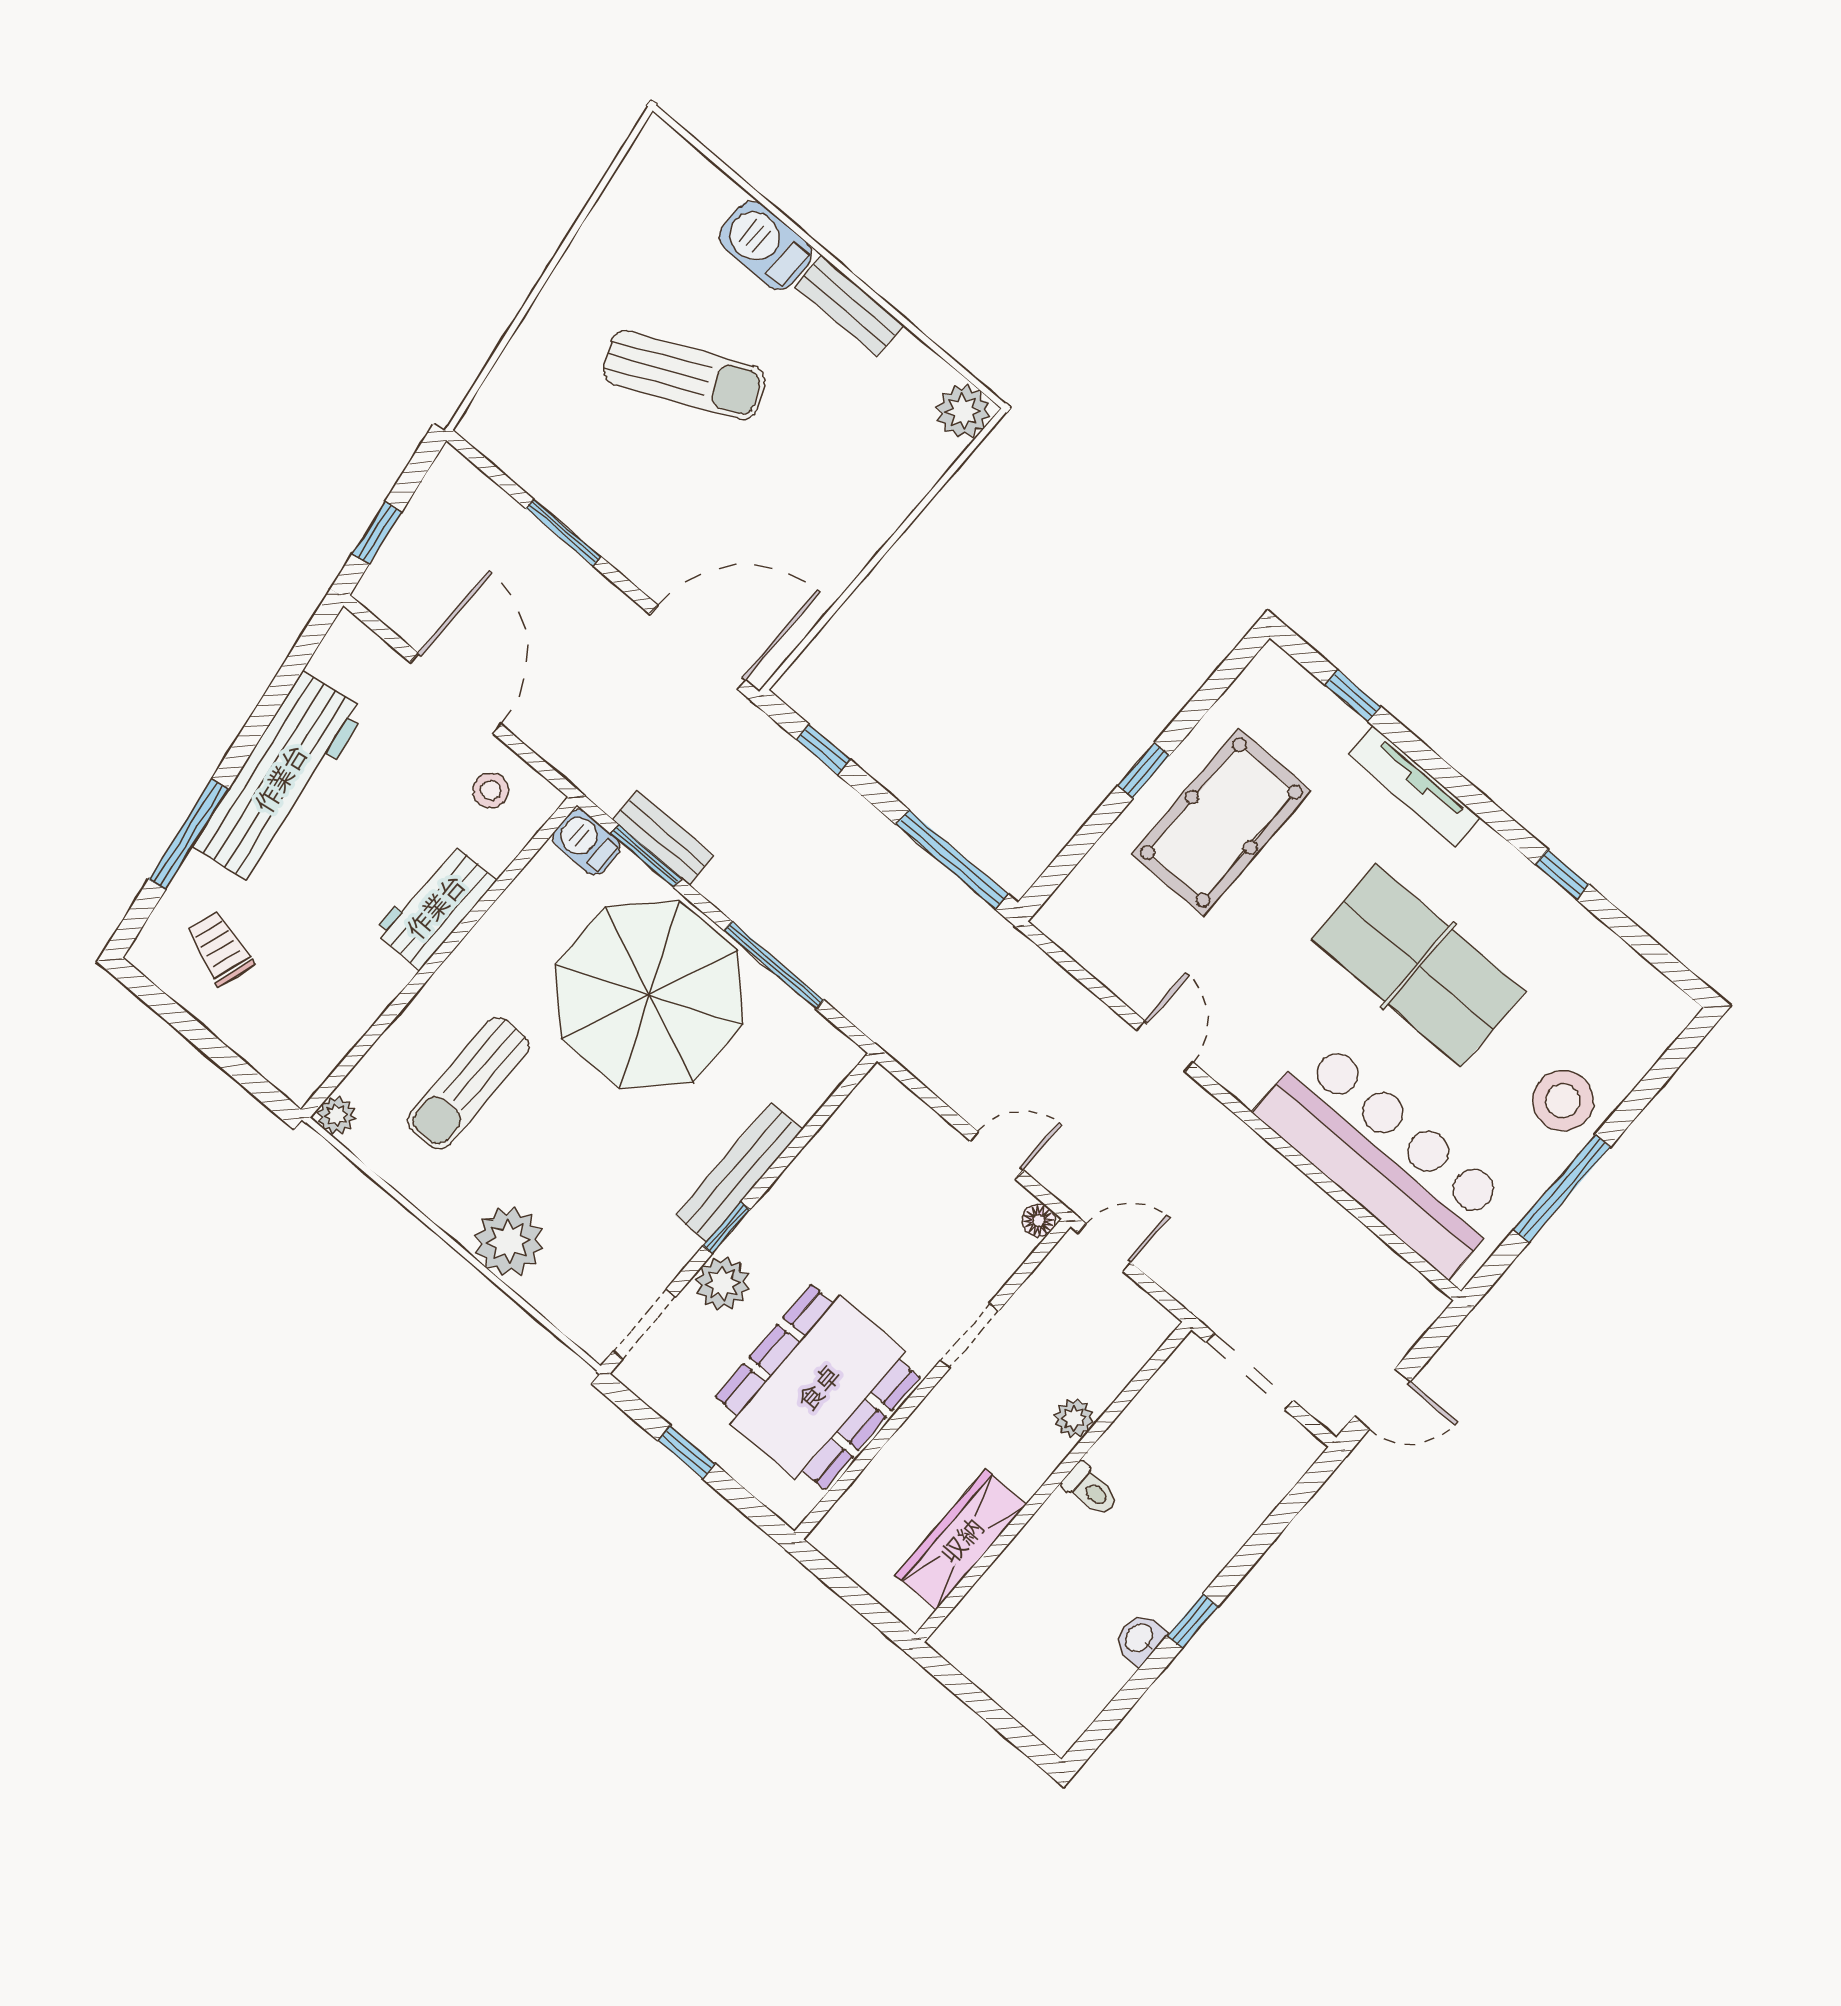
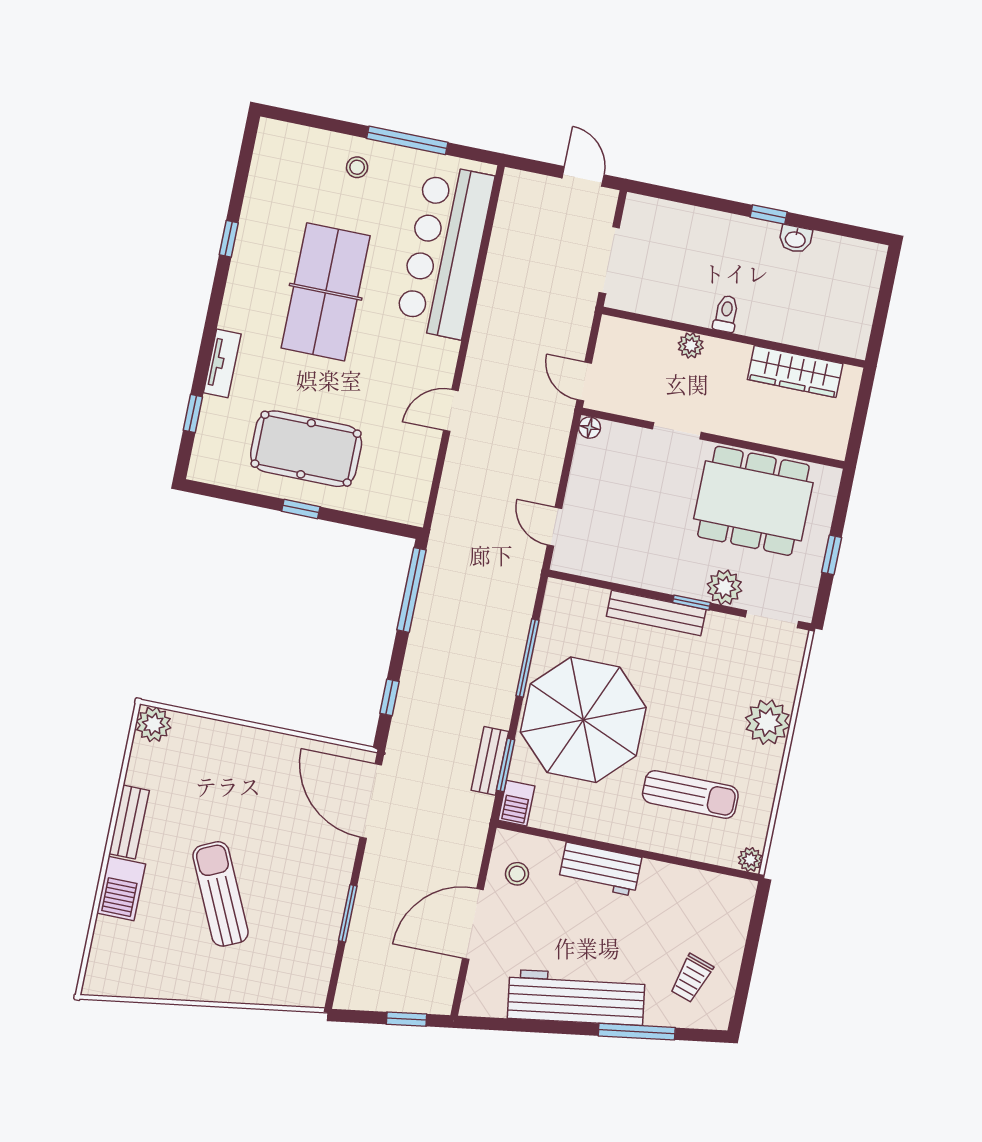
tv unit: (1414, 786) -> (222, 363), width x0.71
stool: (1563, 1101) -> (357, 167), width x0.53, depth x0.53
door: (997, 1155) -> (554, 527), moved

